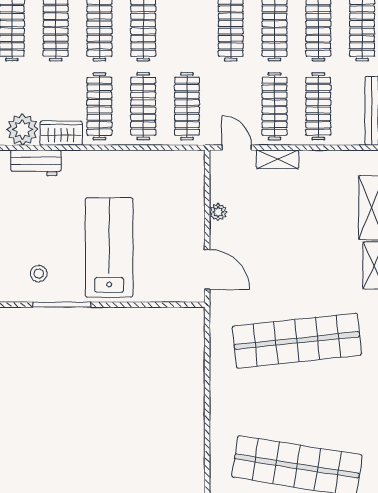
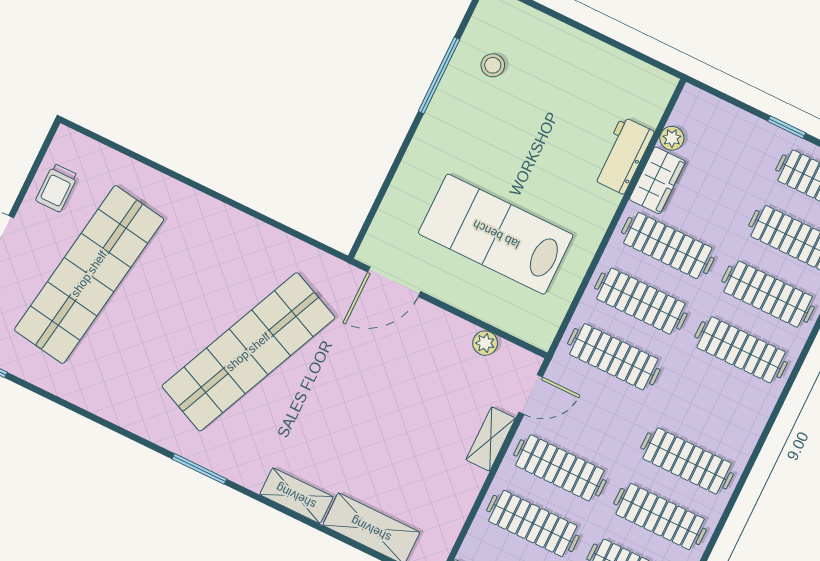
plant: (22, 129) -> (672, 138), width x0.53, depth x0.53
workbench: (36, 163) -> (623, 155), moved
plant: (218, 212) -> (485, 343), moved
lab bench: (109, 248) -> (496, 234), moved, turned 180
shop shelf: (297, 341) -> (248, 352), turned 30

